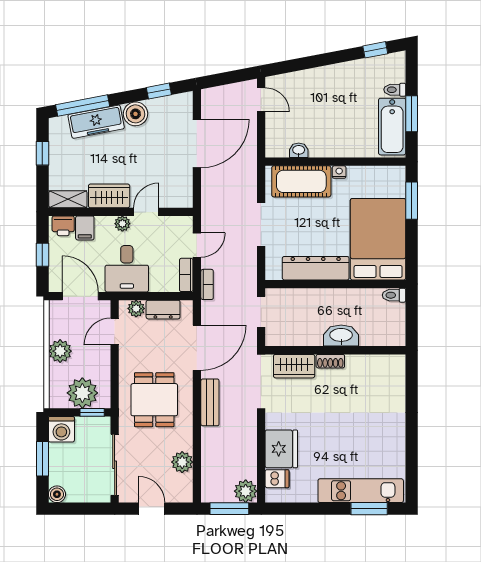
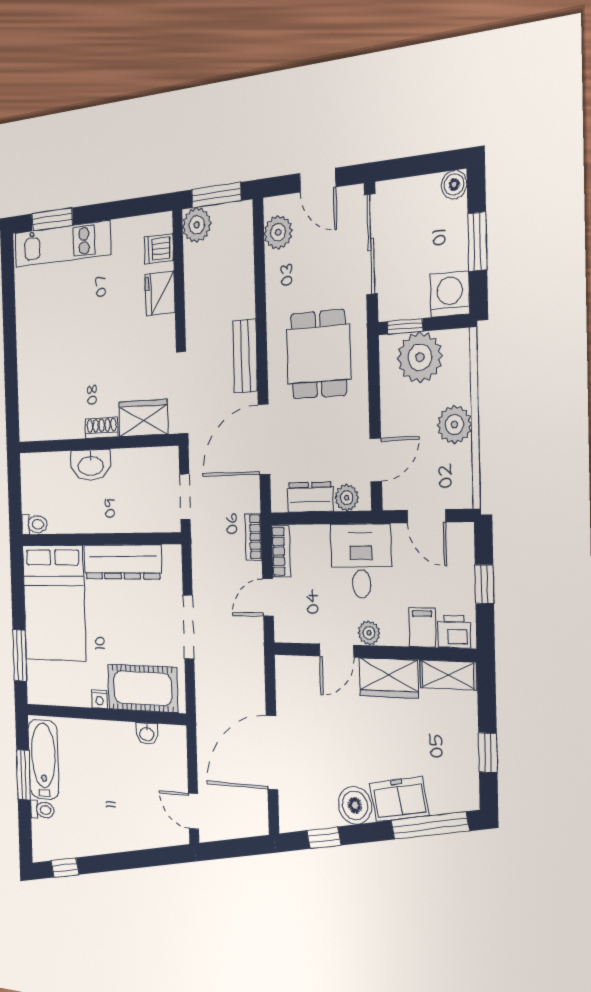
freezer: (96, 122) -> (399, 799), width x0.71
door: (80, 296) -> (426, 516), width x0.73
fridge: (281, 449) -> (160, 293), width x0.73, depth x0.75
plant: (182, 462) -> (278, 232), moved

